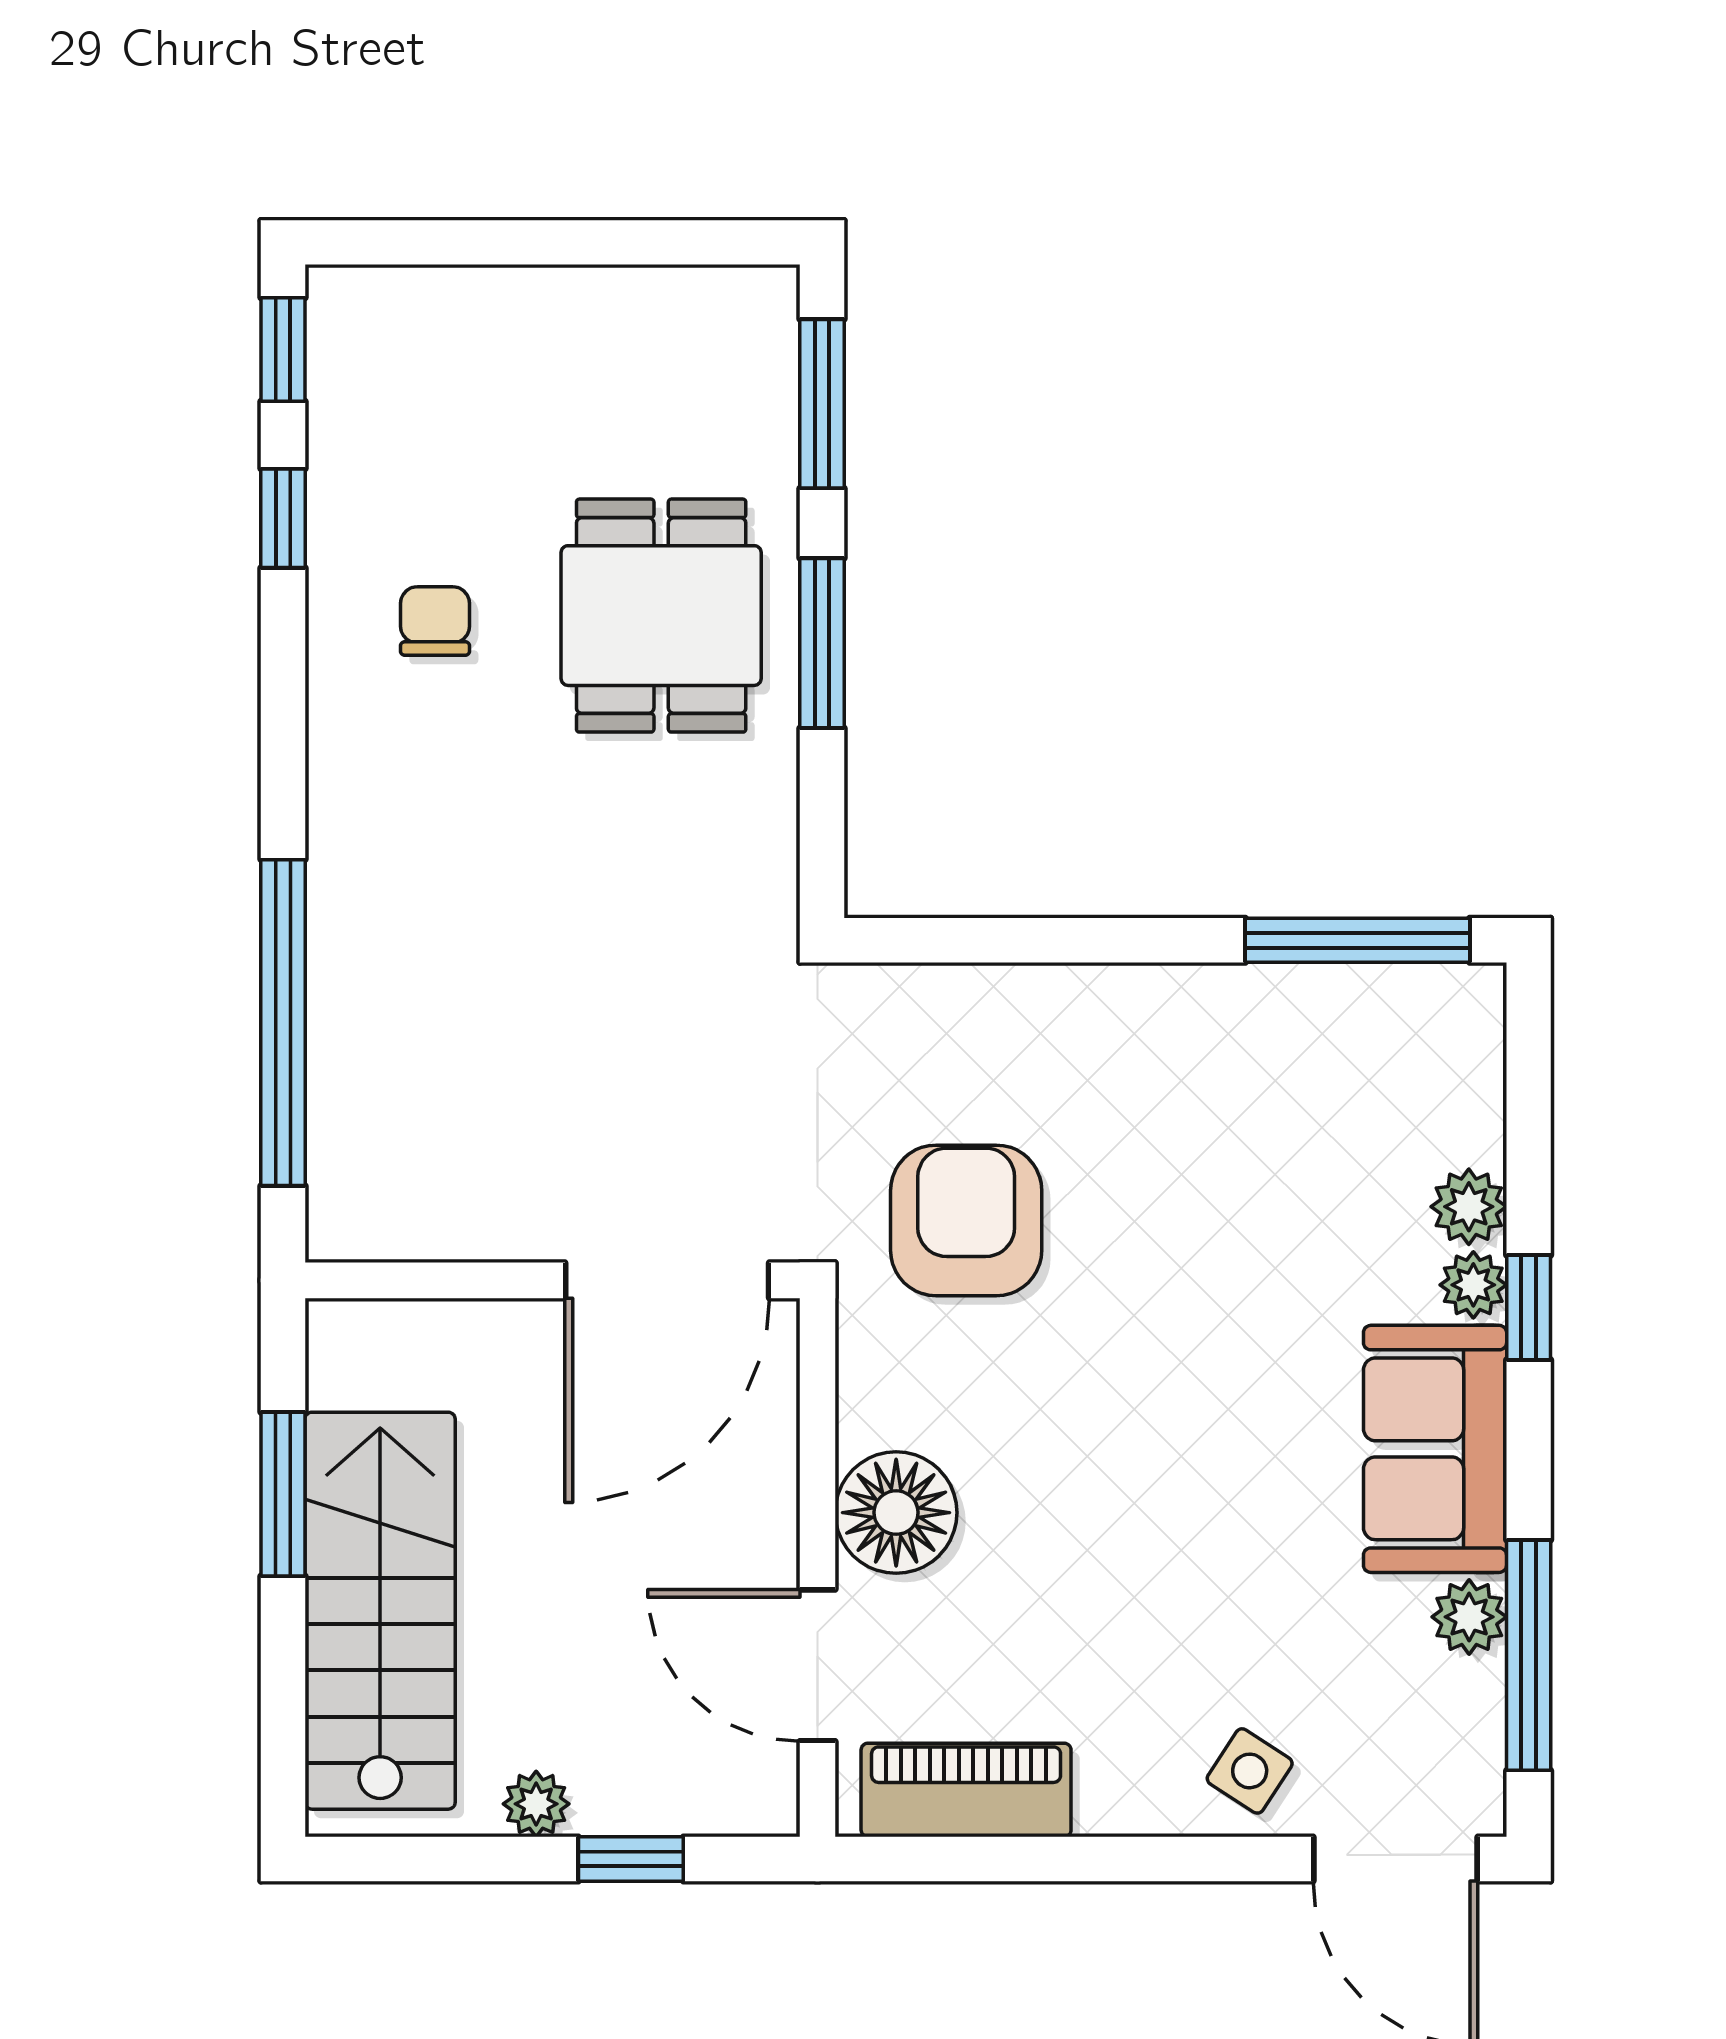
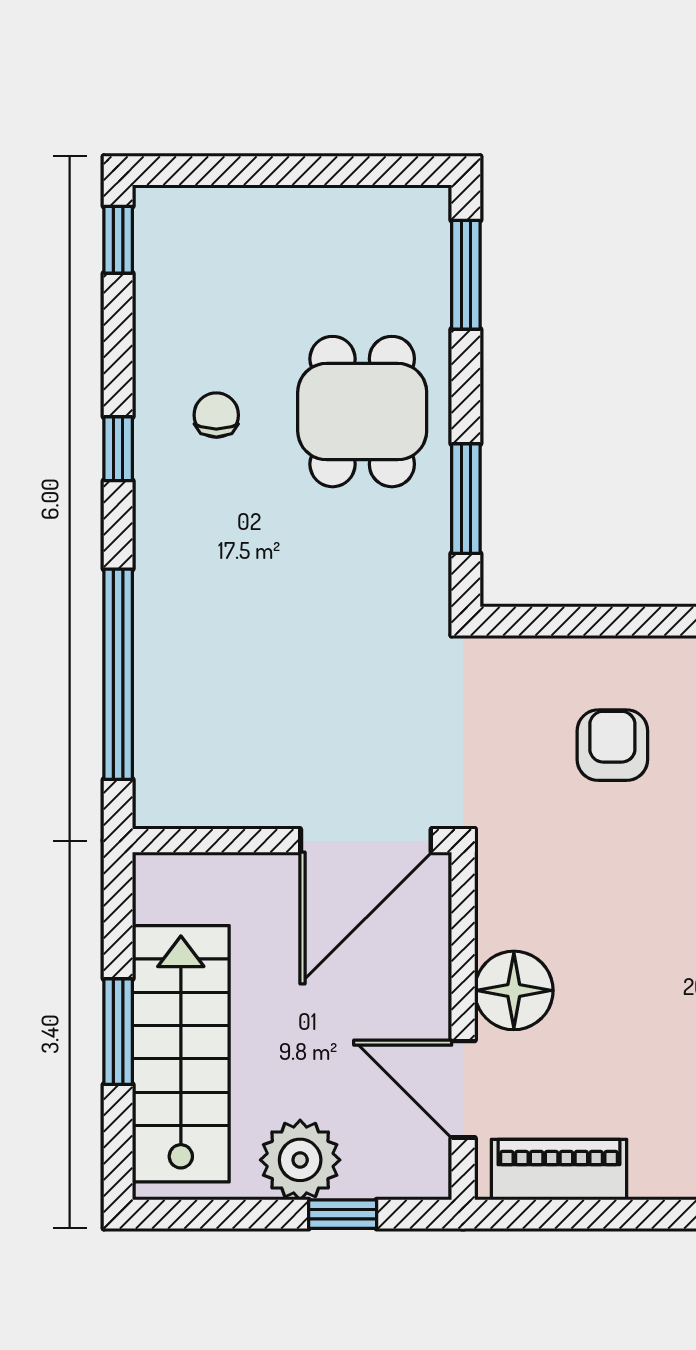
window: (283, 518) -> (118, 449), moved
window: (822, 643) -> (466, 499), moved
armchair: (966, 1220) -> (612, 745), moved, width x0.72, depth x0.72
window: (283, 1494) -> (118, 1032), moved
plant: (536, 1804) -> (300, 1160), width x1.88, depth x1.88

